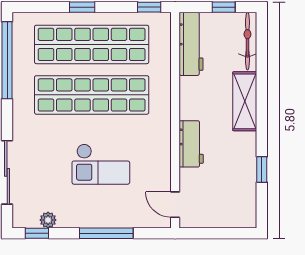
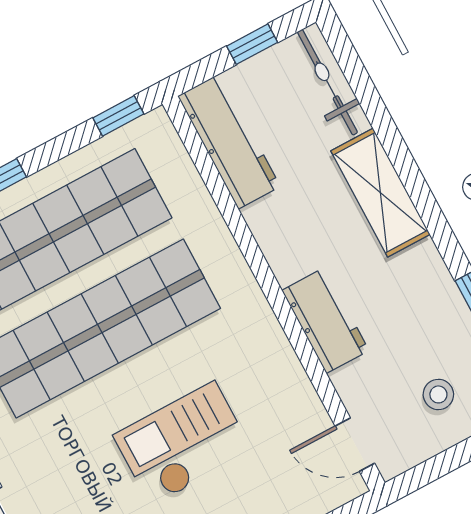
checkout: (101, 164) -> (183, 444), turned 180
stool: (223, 202) -> (438, 394), added

